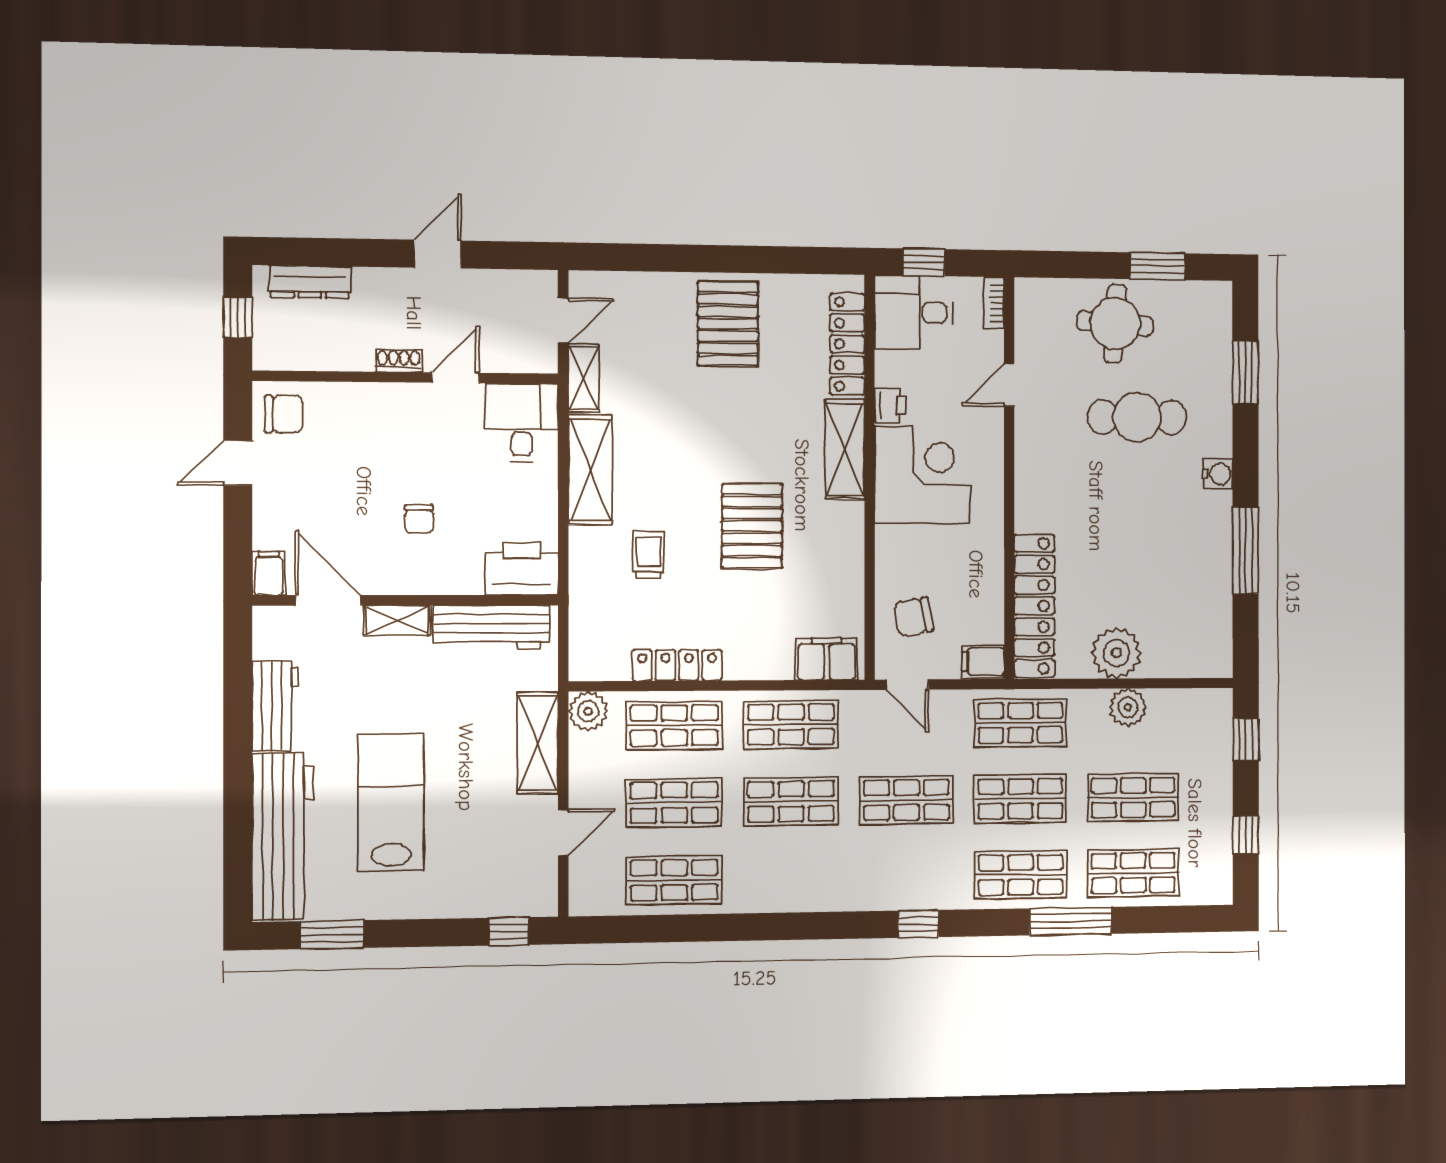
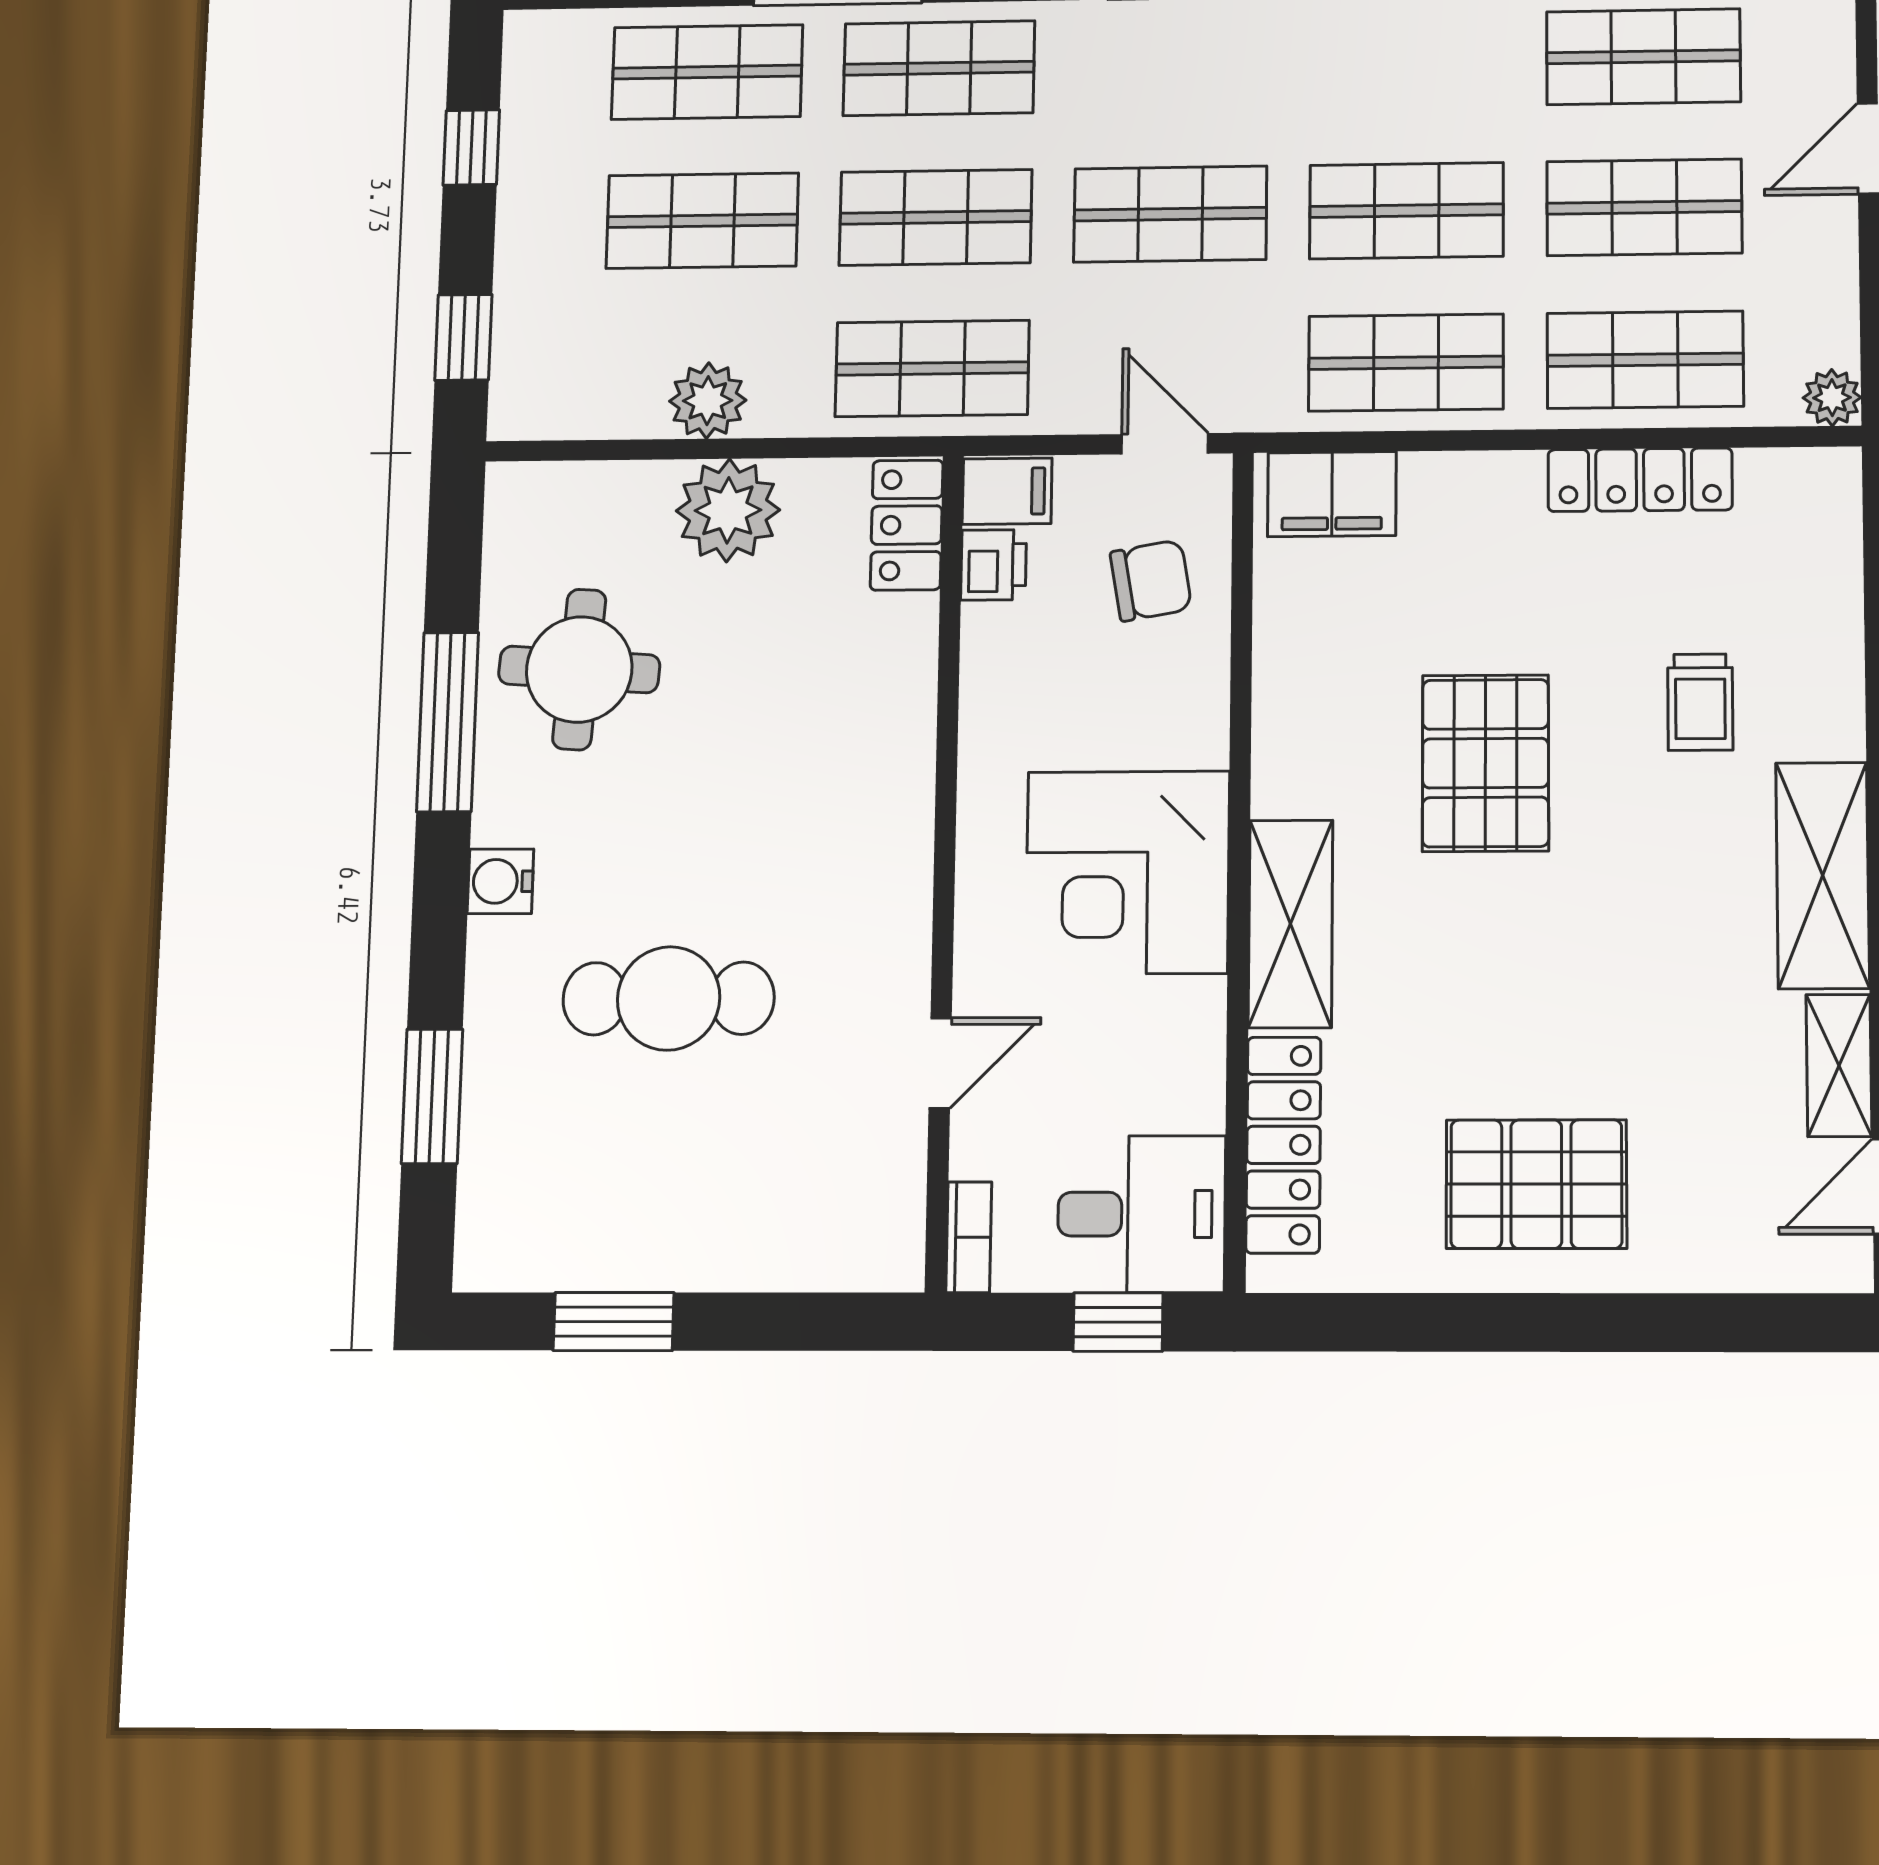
pallet: (728, 324) -> (1536, 1184), turned 90
round table: (1115, 324) -> (579, 669), moved
printer: (890, 406) -> (994, 565), moved, turned 180
locker: (1034, 606) -> (907, 525), width x0.46, depth x0.83
plant: (588, 711) -> (1832, 398), width x0.73, depth x0.73

